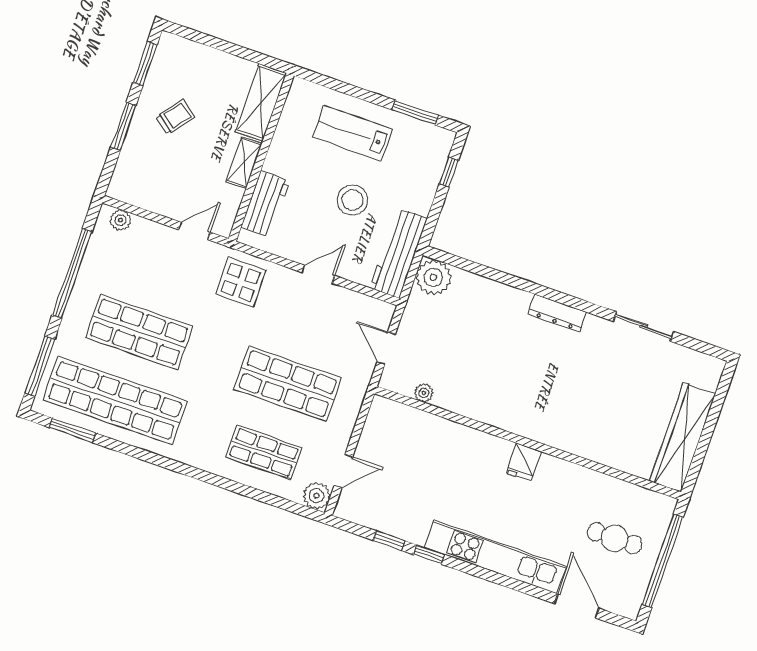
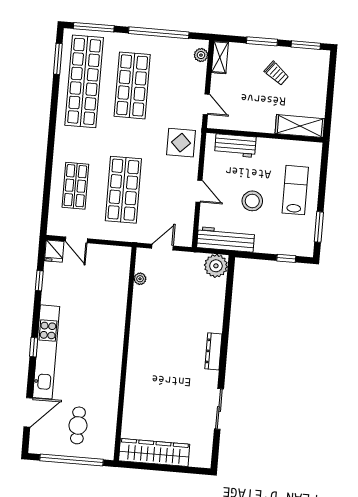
shelving: (244, 163) -> (220, 57), moved, turned 90
fridge: (524, 462) -> (54, 251), moved, turned -90
plant: (317, 496) -> (56, 227), removed
window: (429, 554) -> (34, 347), moved

